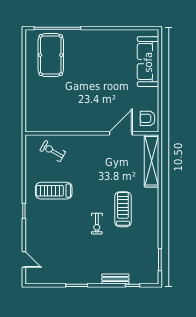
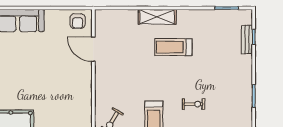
shelving: (152, 161) -> (157, 17), moved, width x0.68
exercise bike: (97, 224) -> (193, 104), moved
bench: (115, 279) -> (247, 40), moved

